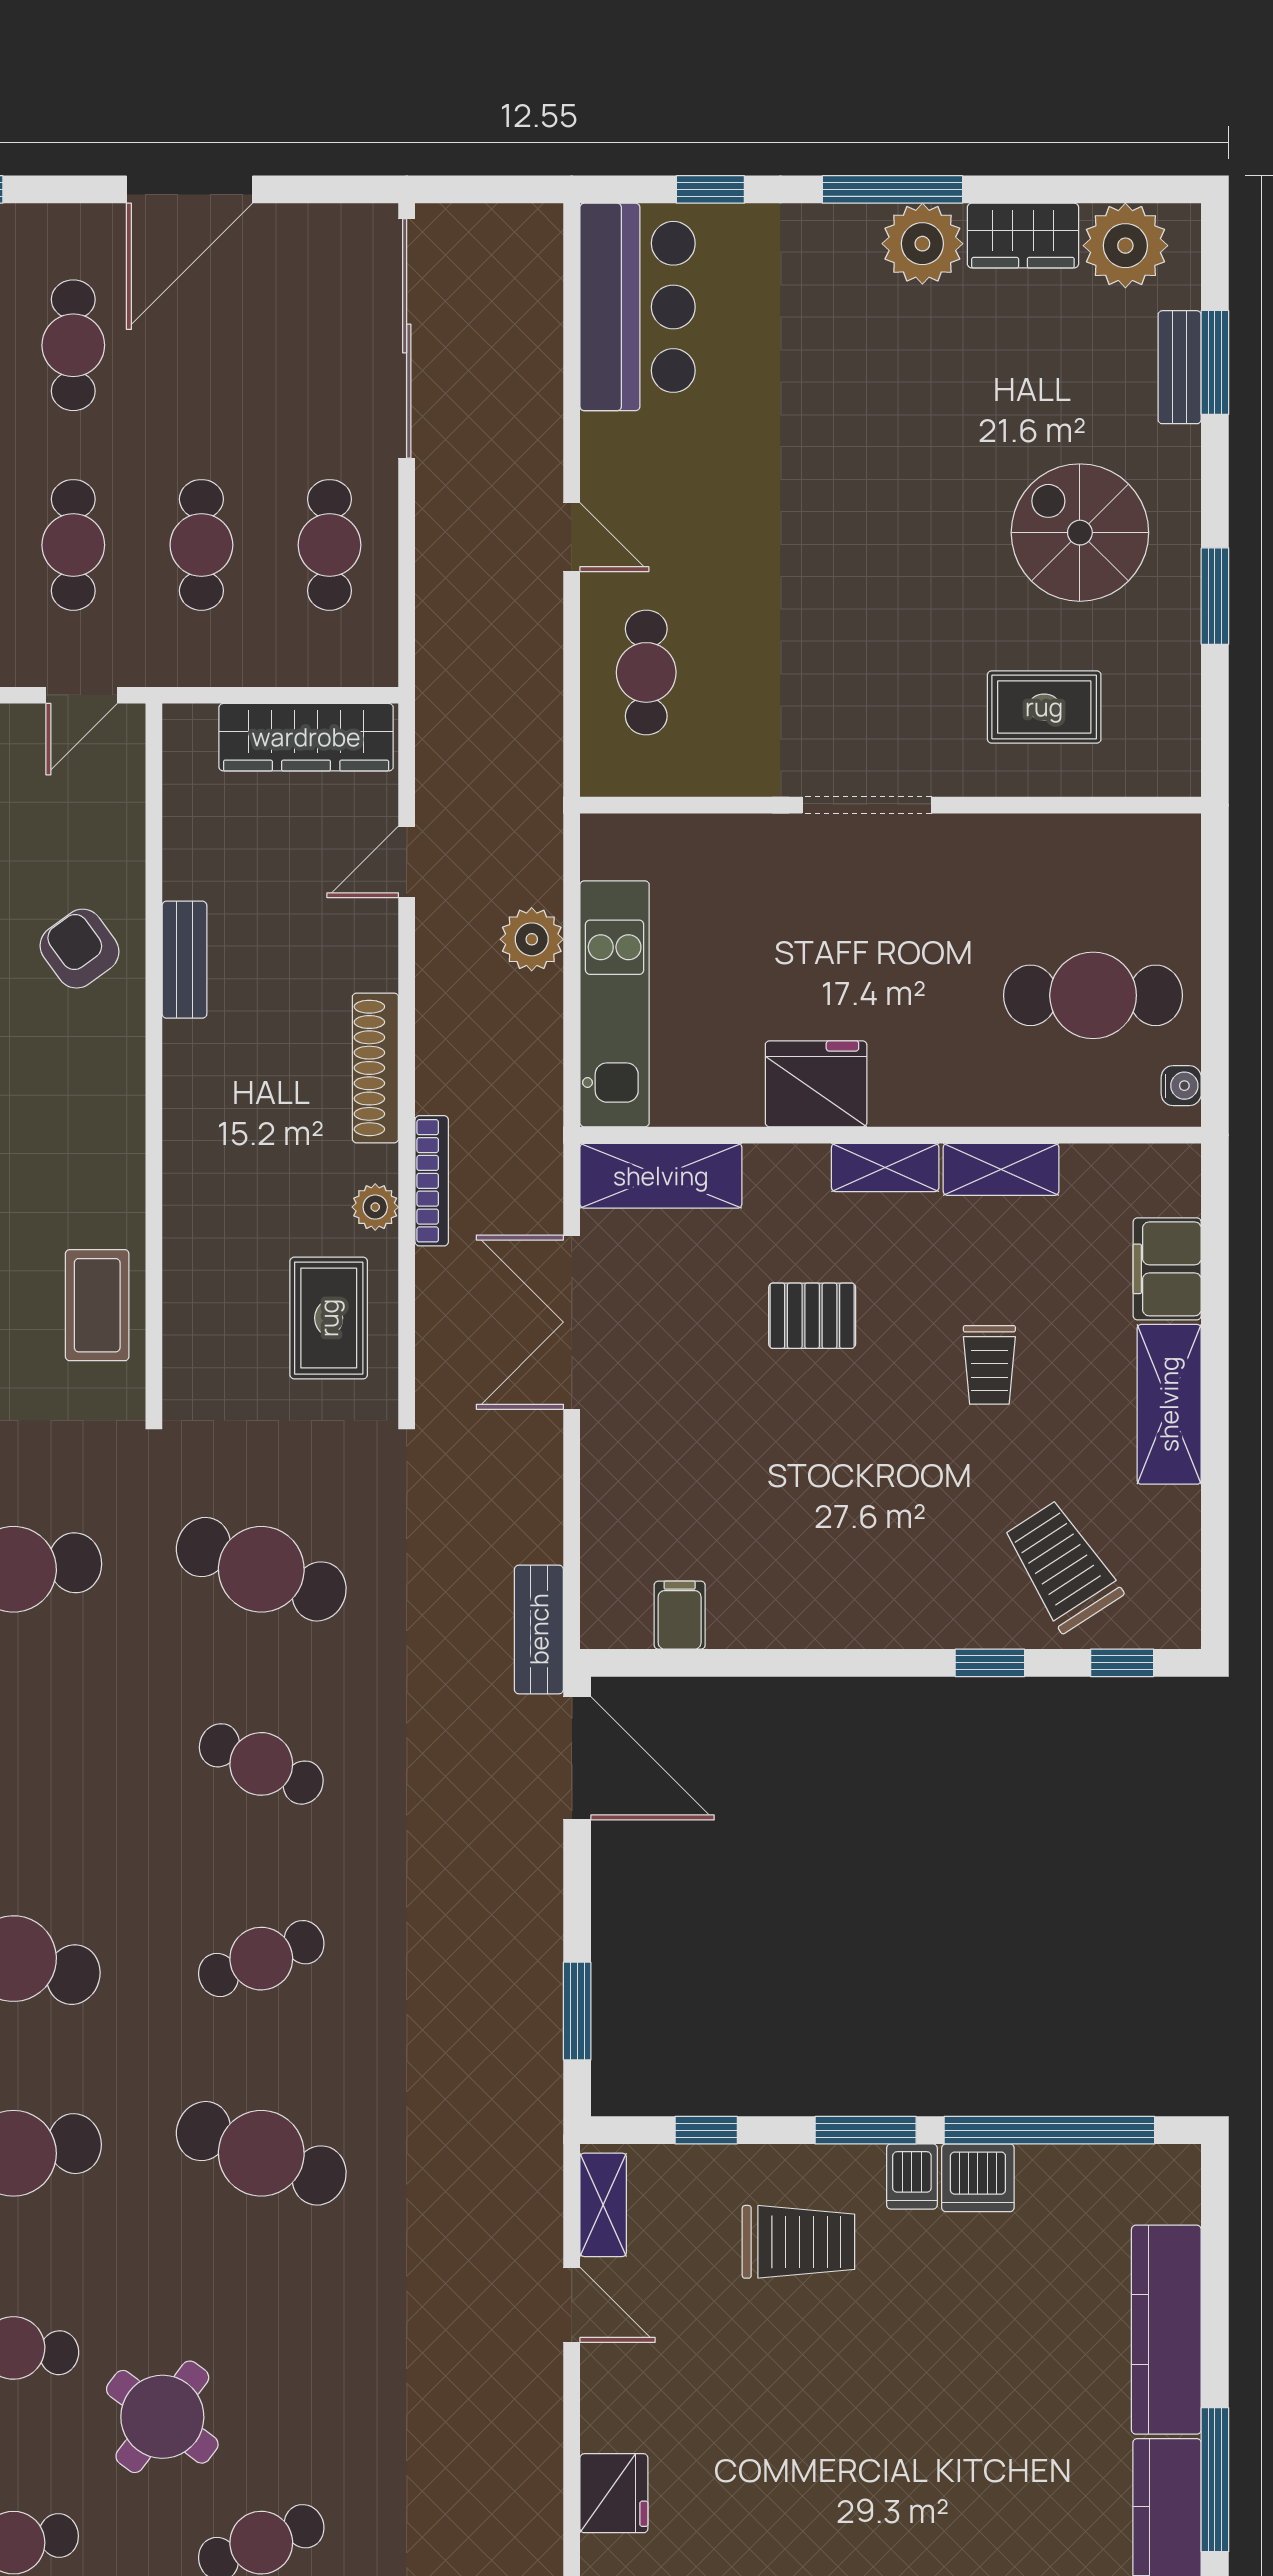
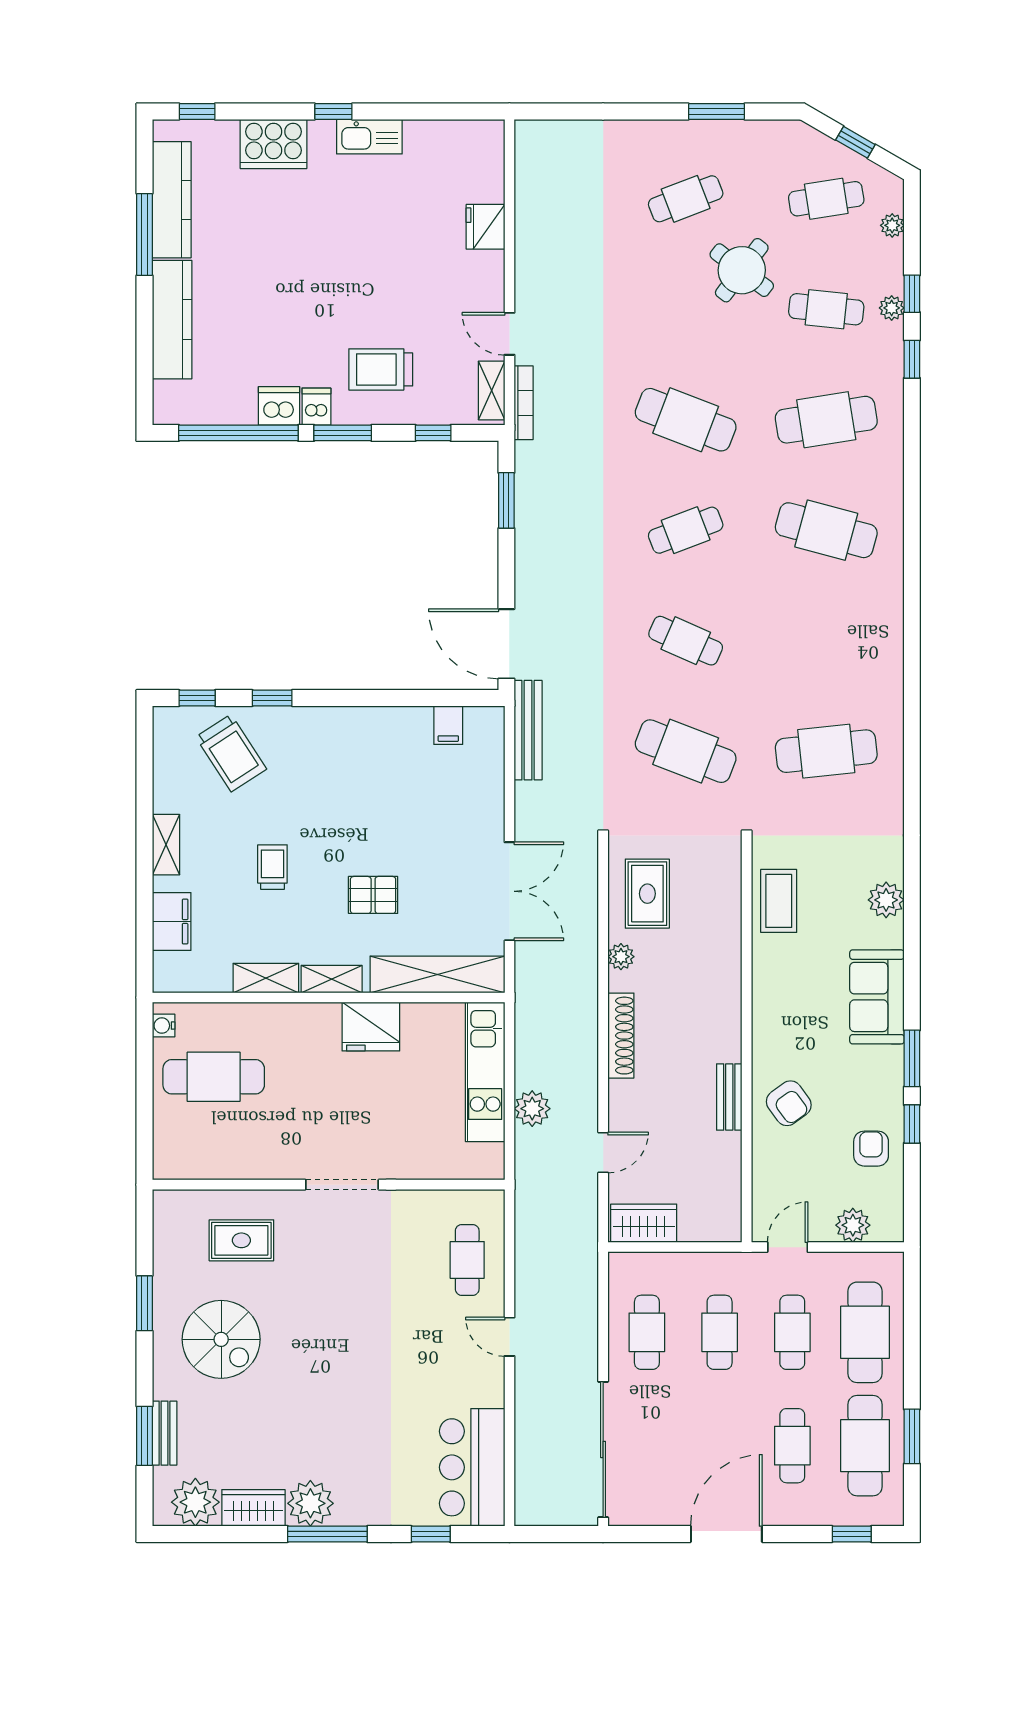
wardrobe: (306, 737) -> (644, 1223), width x0.67
shelving: (661, 1176) -> (437, 974), width x1.47
bookcase: (432, 1181) -> (524, 403), moved, turned 180
shelving: (1169, 1404) -> (166, 845), width x0.67, depth x0.75
bench: (539, 1629) -> (528, 730), width x1.36

